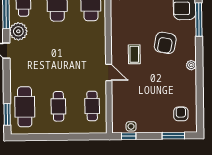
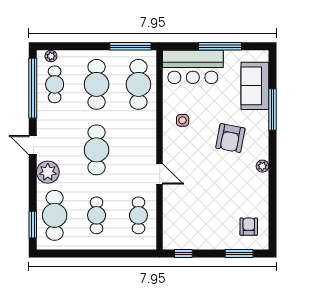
plant: (18, 31) -> (48, 172), moved
cafe table: (58, 54) -> (97, 150), added
coffee table: (134, 54) -> (192, 152), removed
side table: (131, 126) -> (183, 120), moved

